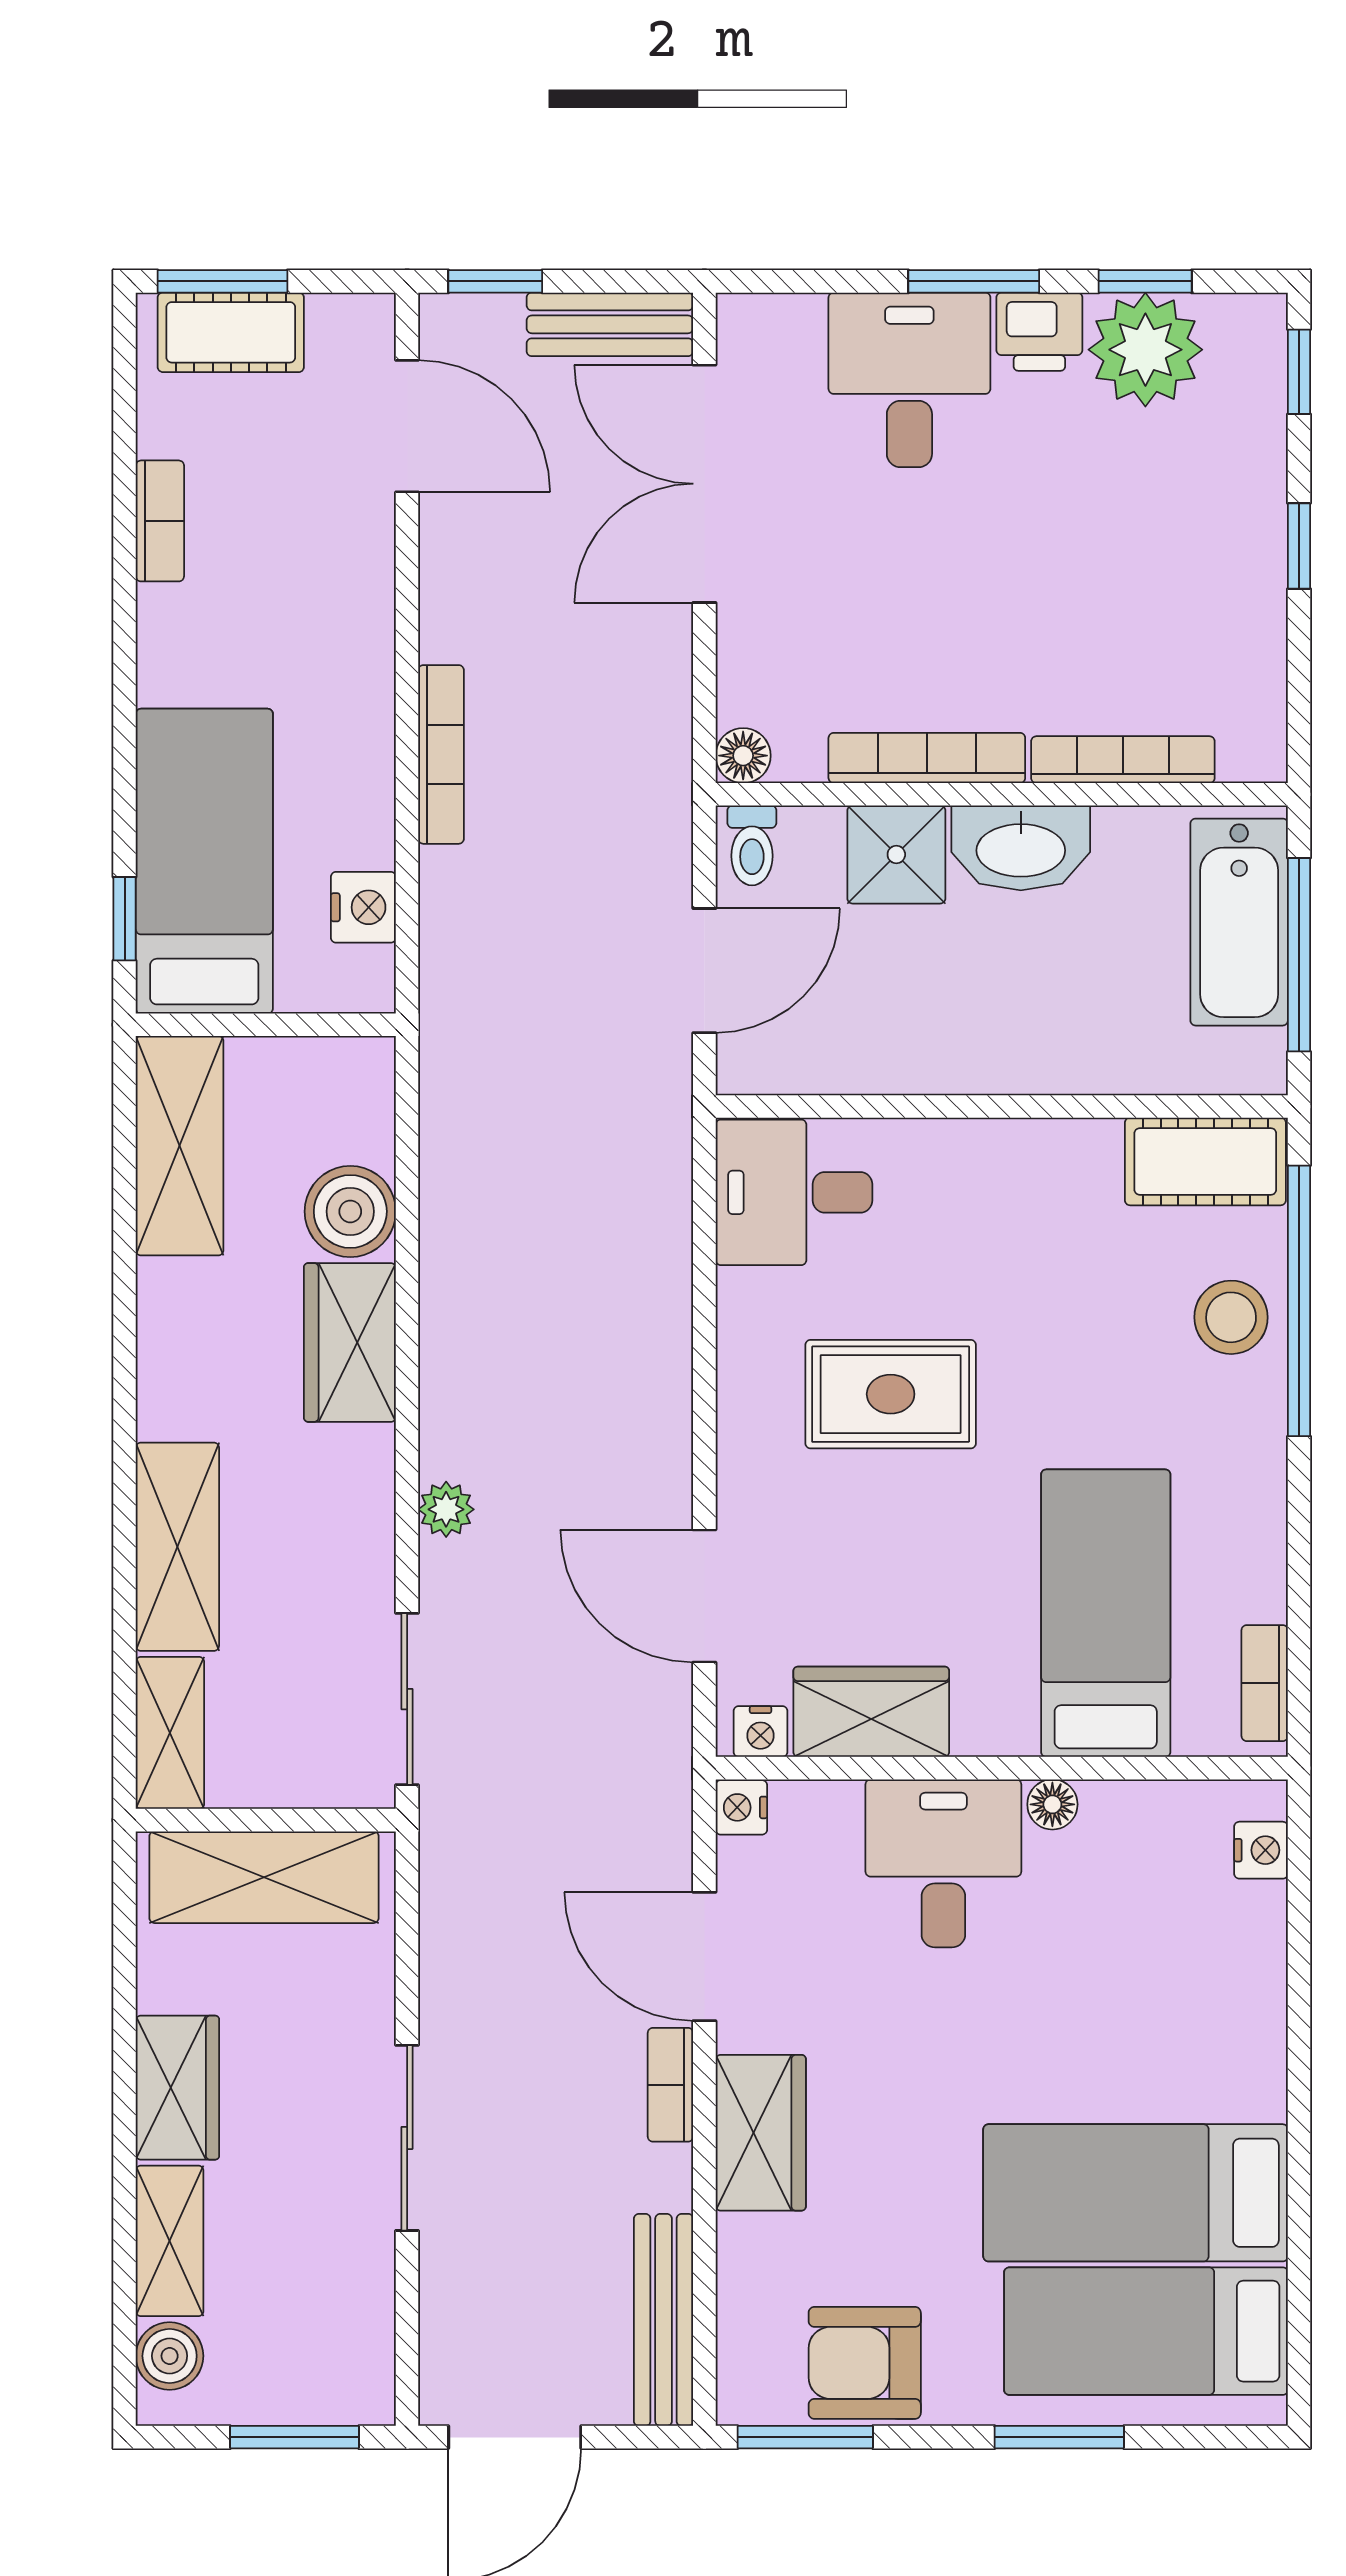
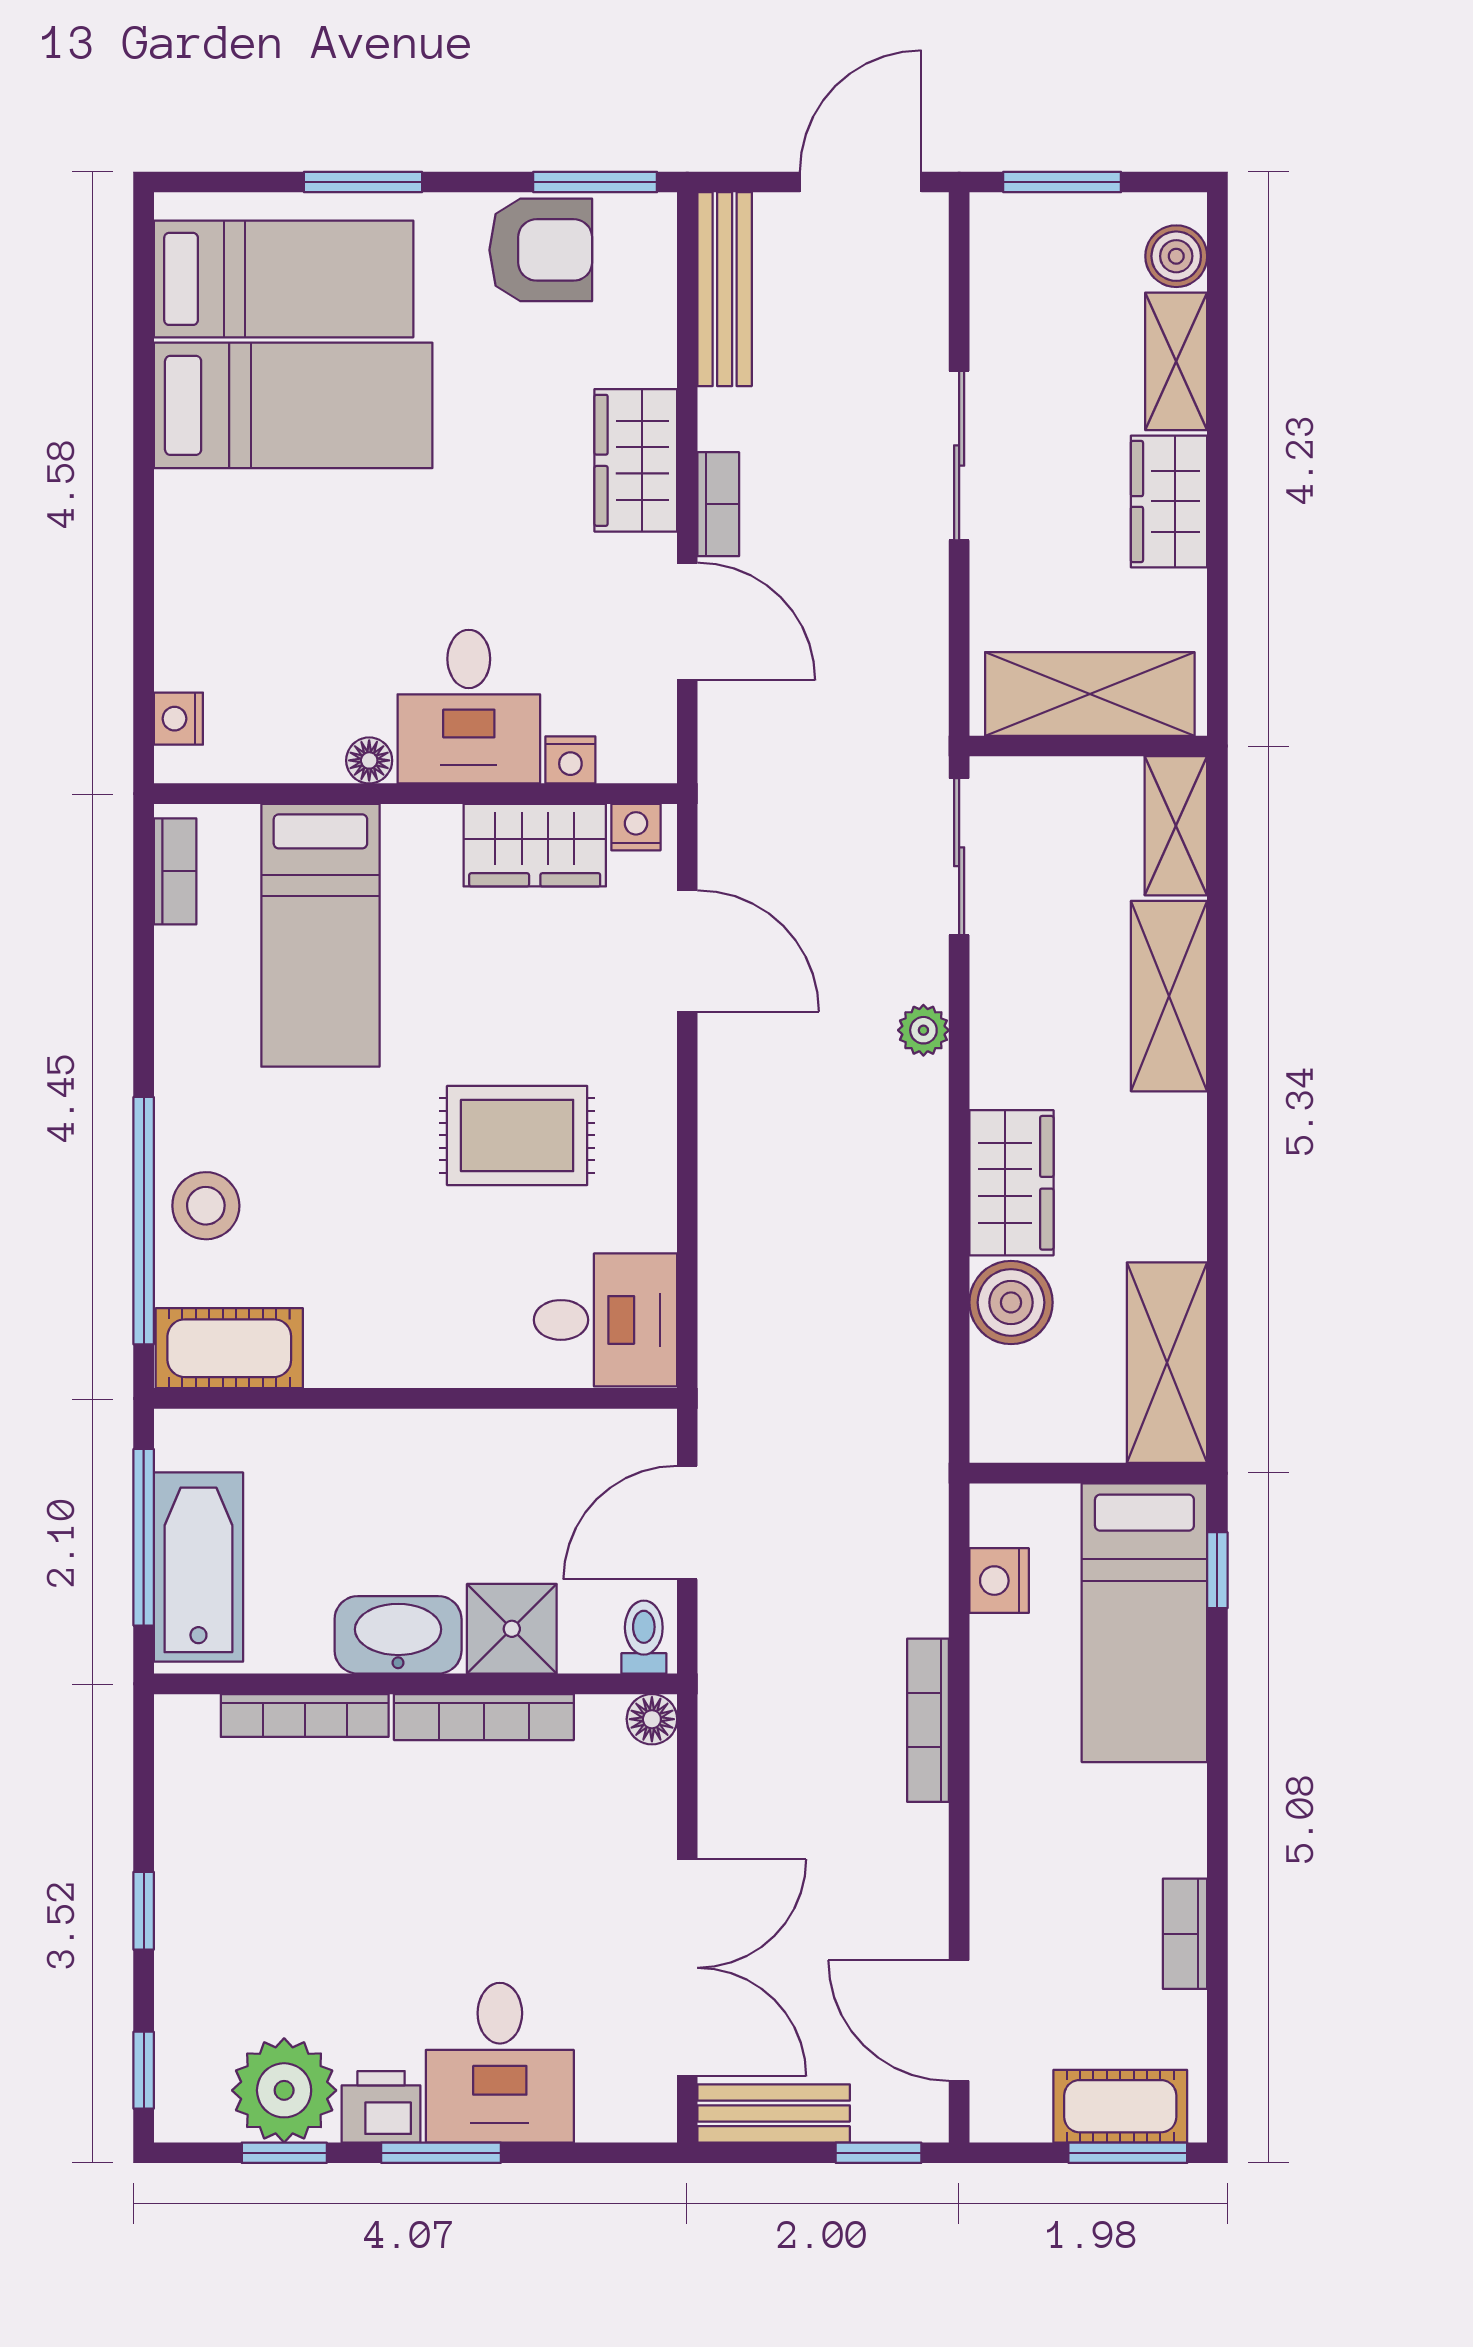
nightstand: (741, 1807) -> (570, 760), moved, turned 90

